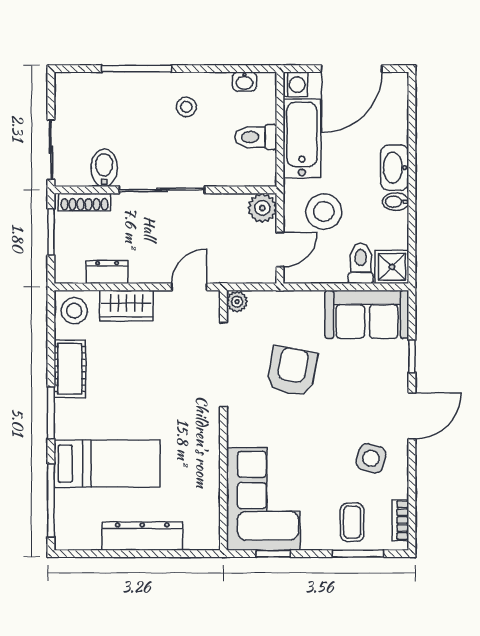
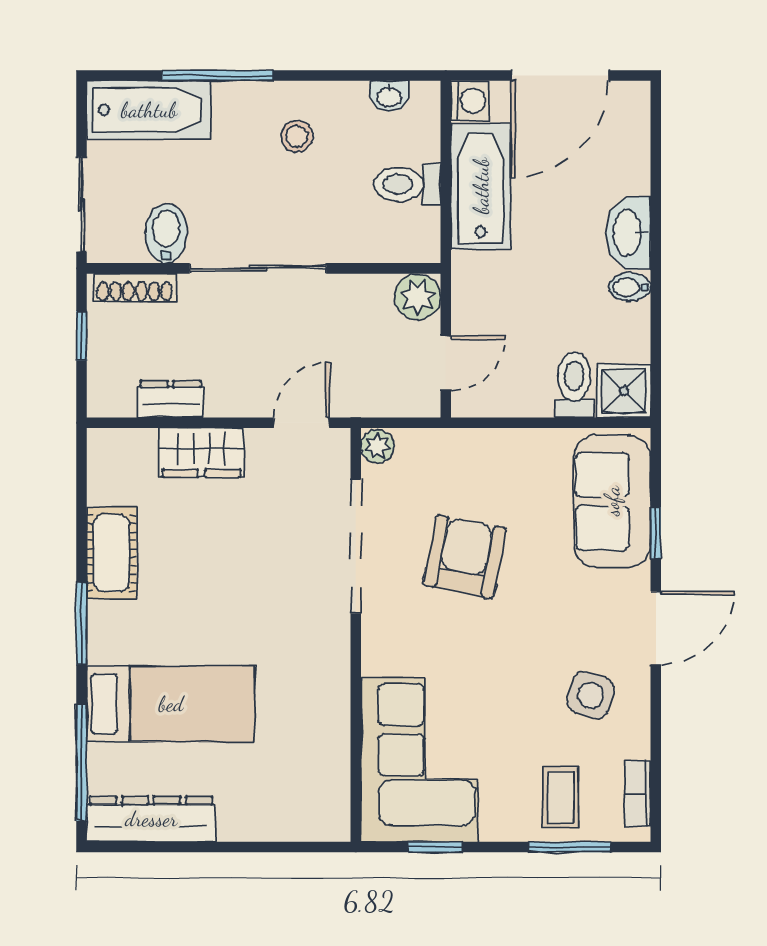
bathtub: (93, 90) -> (149, 110), added
stool: (324, 212) -> (516, 303), removed
window: (51, 232) -> (81, 336), width x0.67
stool: (74, 311) -> (118, 461), removed
sofa: (367, 314) -> (612, 501), moved, turned 90
dresser: (142, 536) -> (151, 819), moved

